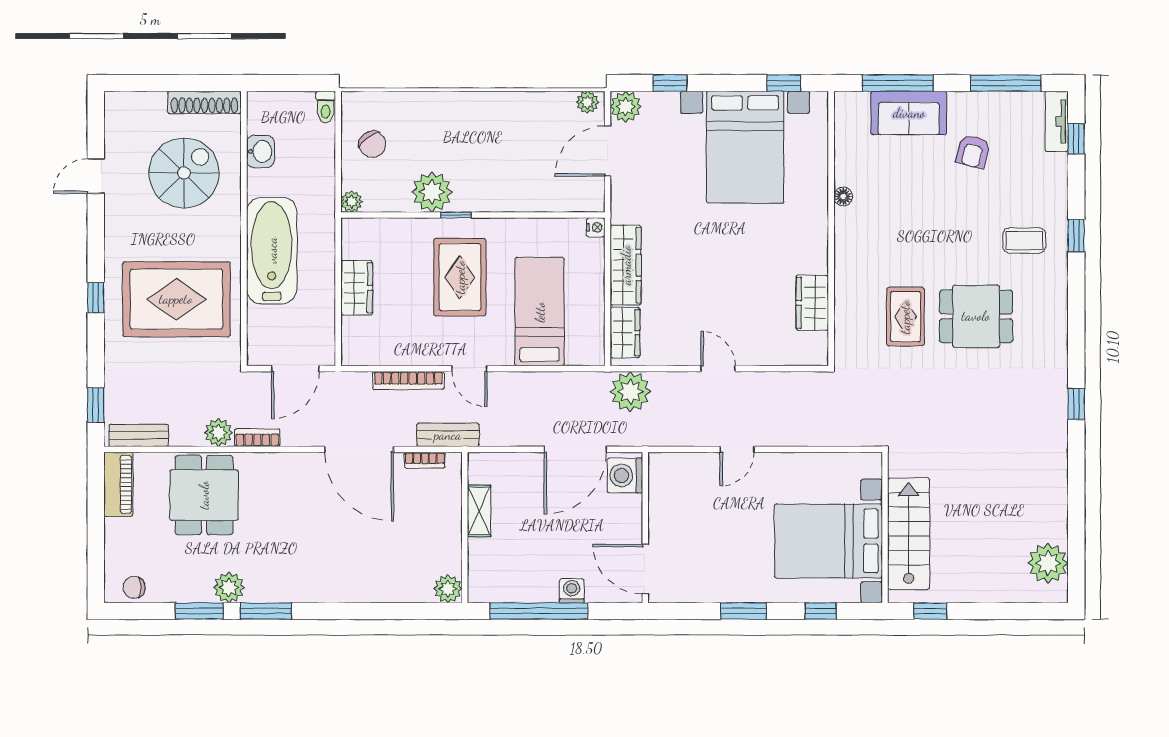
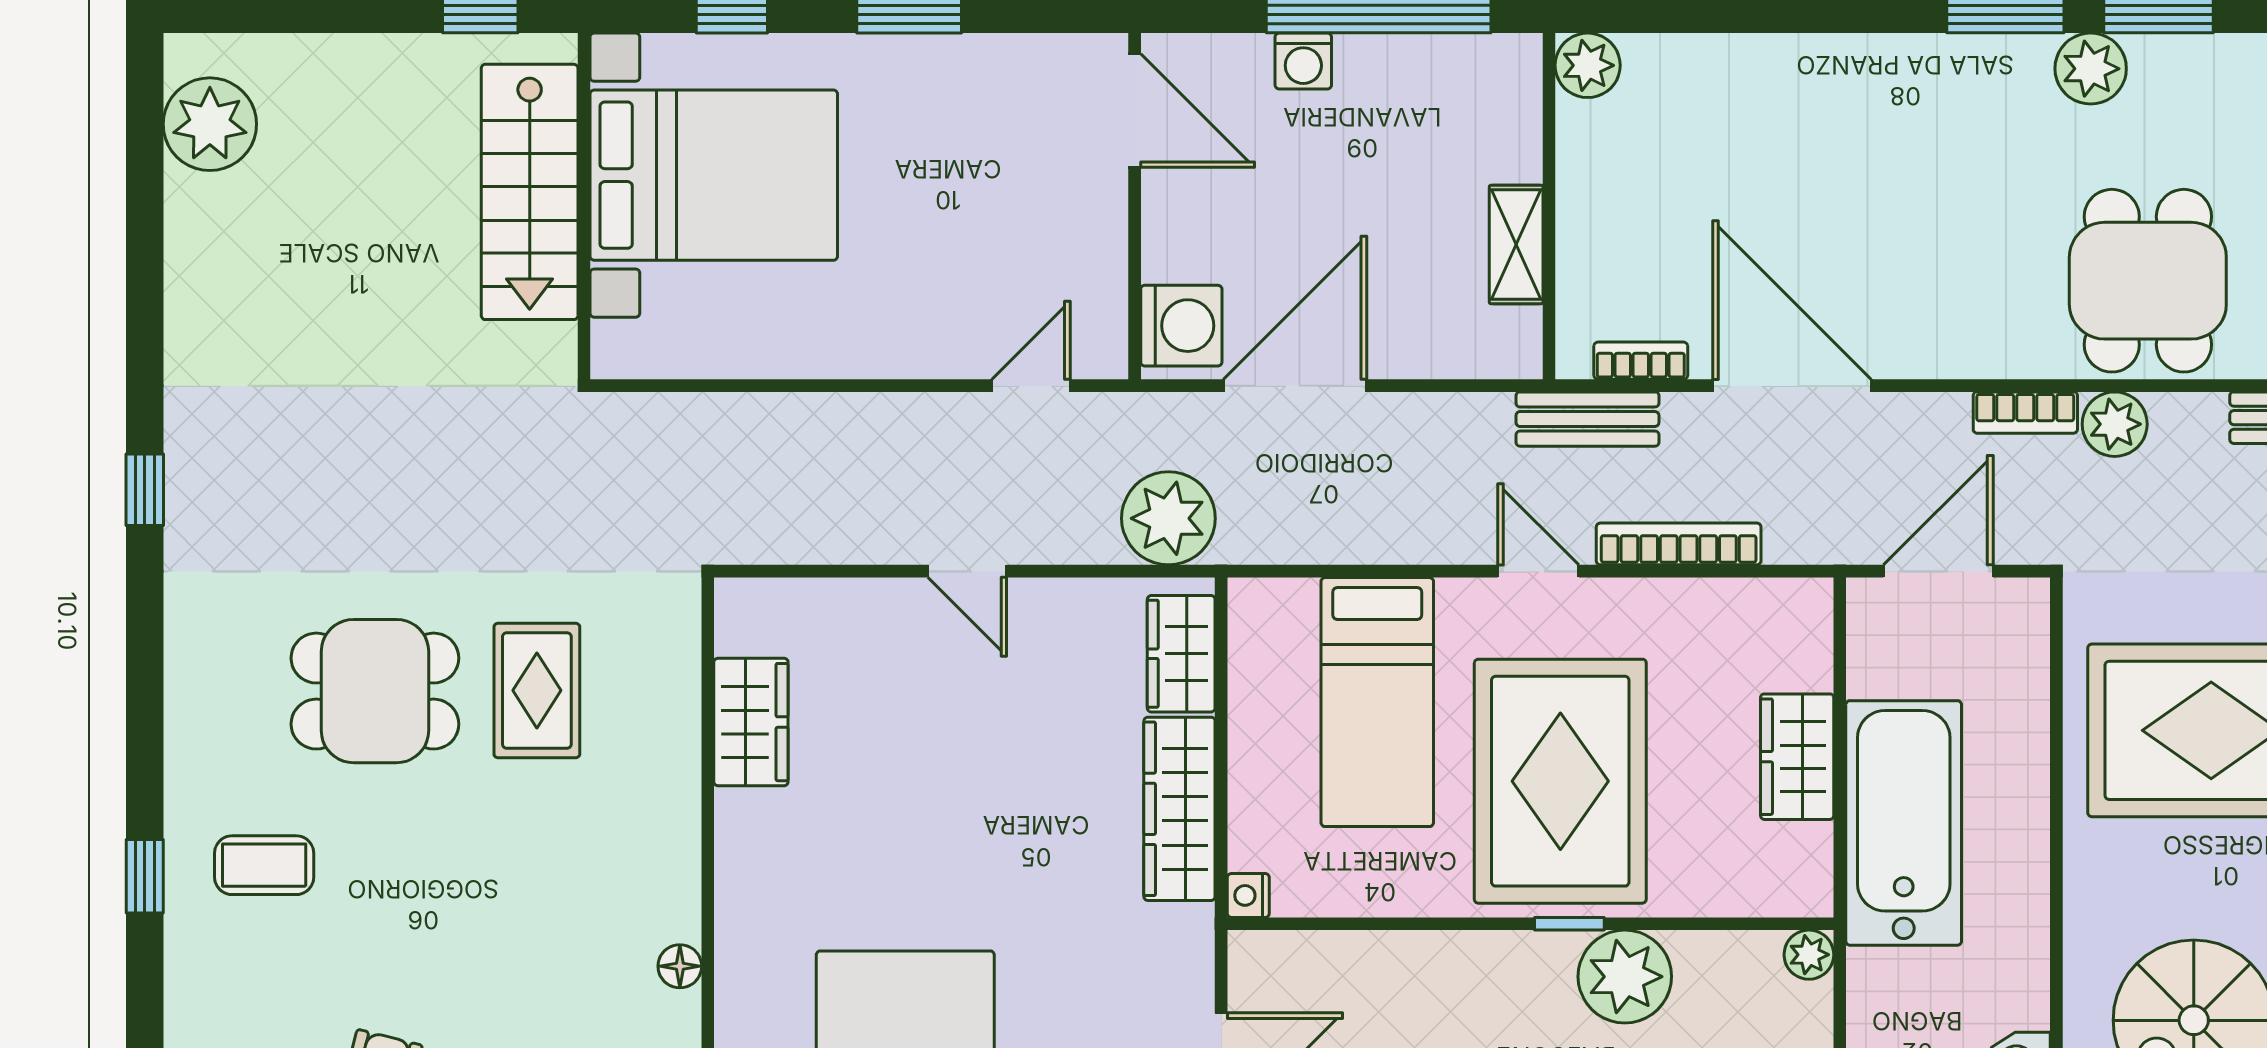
bathtub: (272, 250) -> (1904, 823), moved, turned 180
rug: (460, 277) -> (1560, 781), width x1.37, depth x1.44
door: (737, 449) -> (1031, 386), moved

